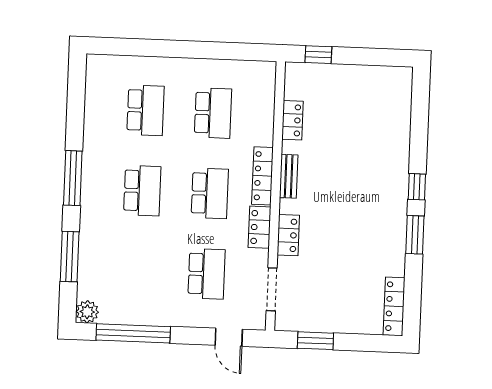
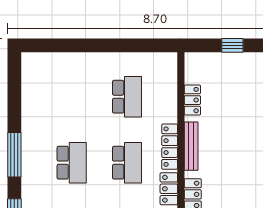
window: (318, 55) -> (232, 45), moved
school desk: (145, 110) -> (72, 97), removed
bench: (289, 176) -> (191, 146), width x1.36

